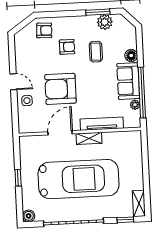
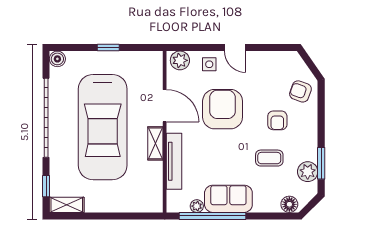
armchair: (44, 30) -> (300, 91), turned 108
floor lamp: (131, 55) -> (289, 204), moved
door: (13, 82) -> (235, 48), hinge flipped
plant: (25, 123) -> (180, 60), added

